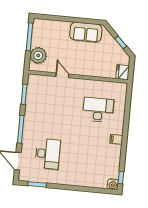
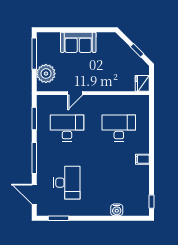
sofa: (86, 32) -> (78, 42), moved
door: (62, 75) -> (75, 93), swing flipped
desk: (52, 105) -> (67, 128), added
water cooler: (113, 184) -> (117, 210), moved

